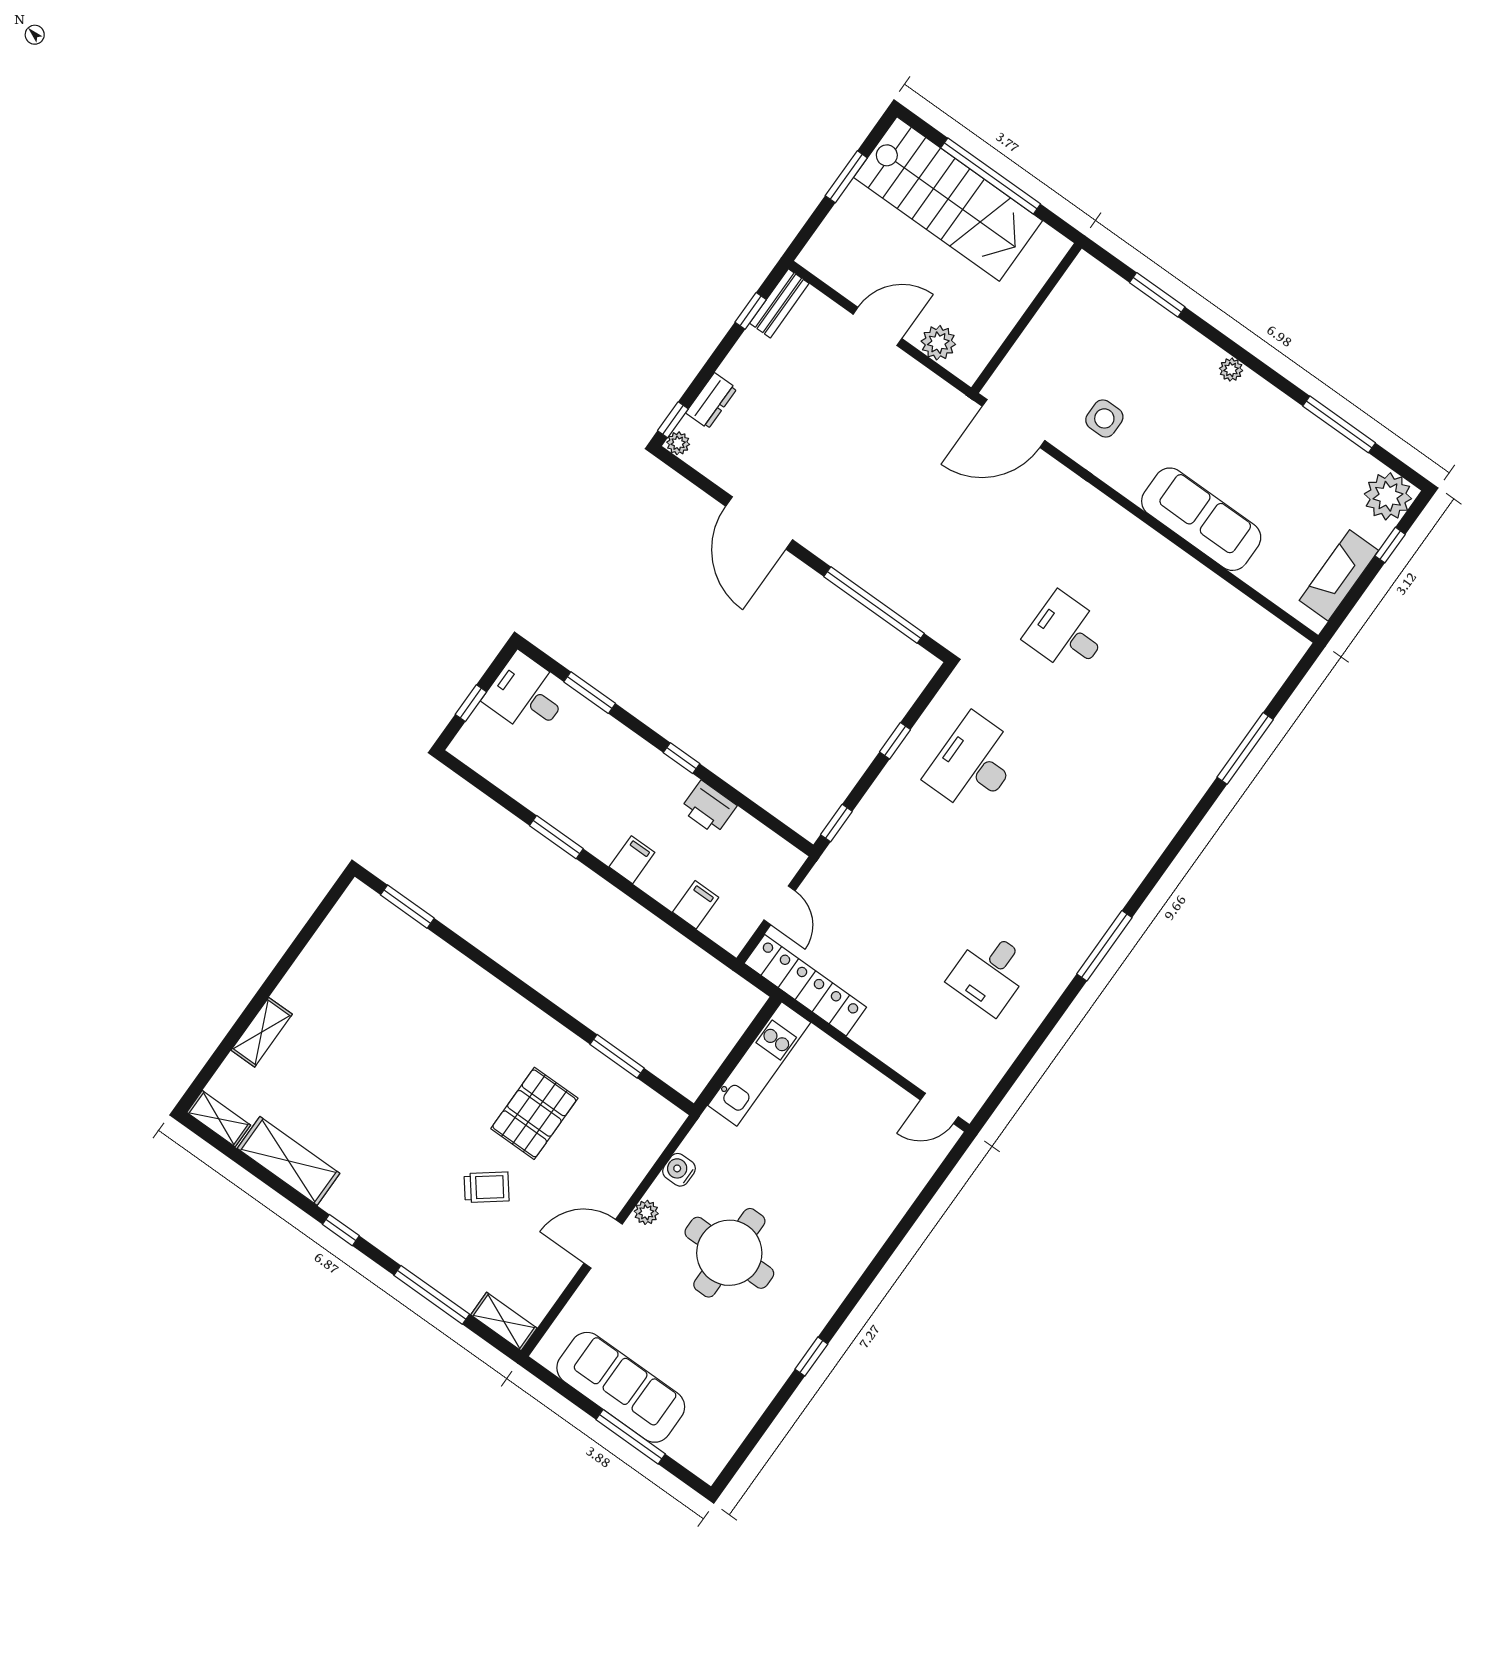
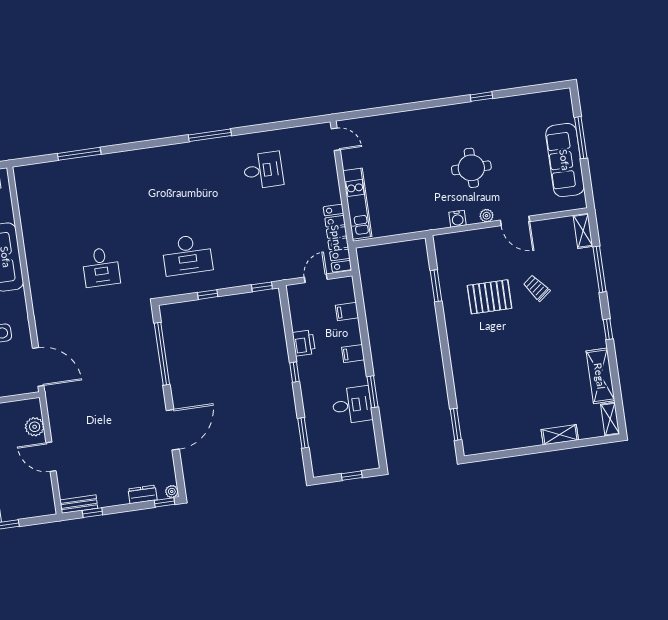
desk: (527, 695) -> (352, 405), moved, turned -90
kitchen unit: (759, 1064) -> (357, 204), moved, turned 90
round table: (729, 1253) -> (471, 168), width x0.73, depth x0.73

